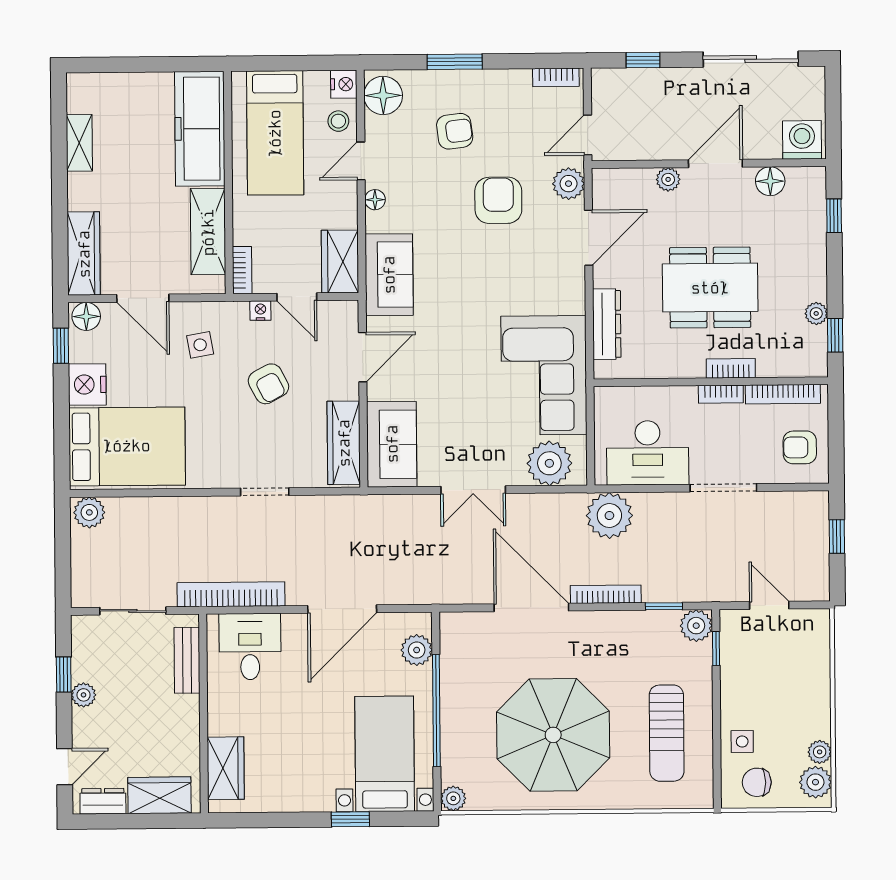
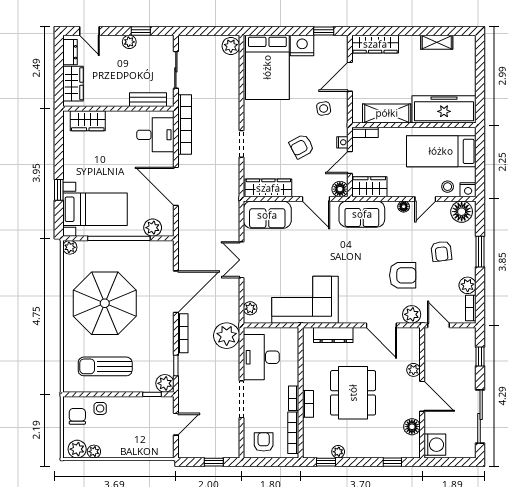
plant: (515, 84) -> (468, 285), added
door: (361, 161) -> (425, 199), swing flipped
floor lamp: (86, 316) -> (340, 189), moved
plant: (549, 463) -> (250, 308), width x0.53, depth x0.53

